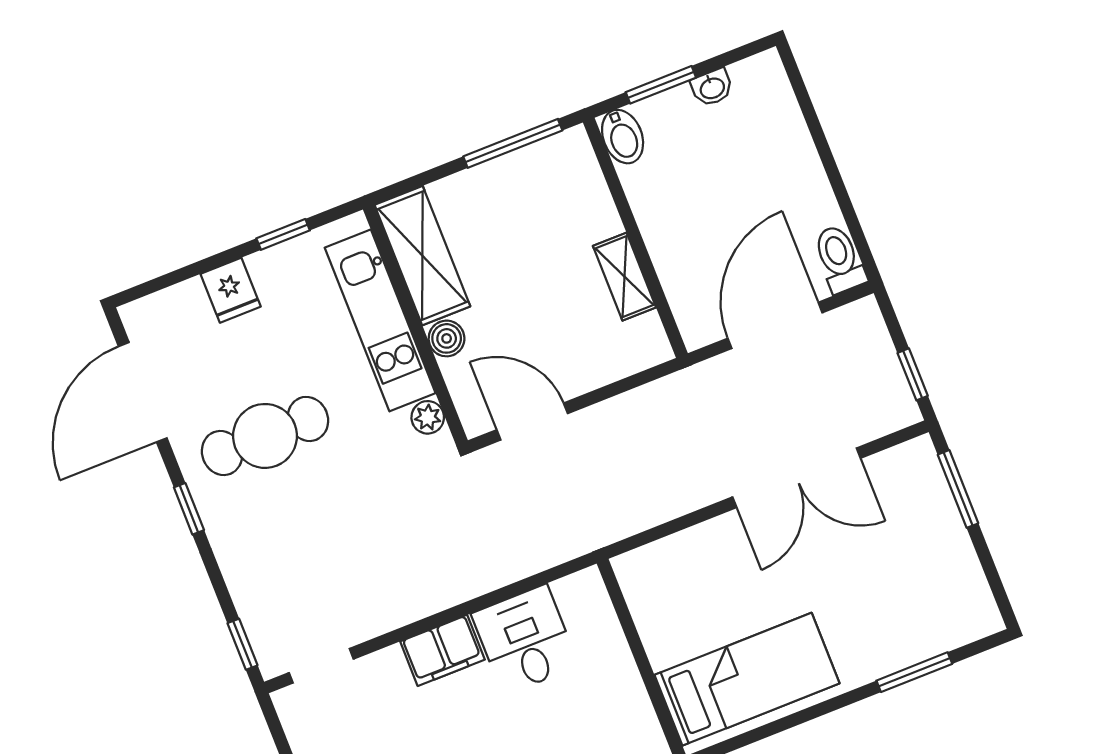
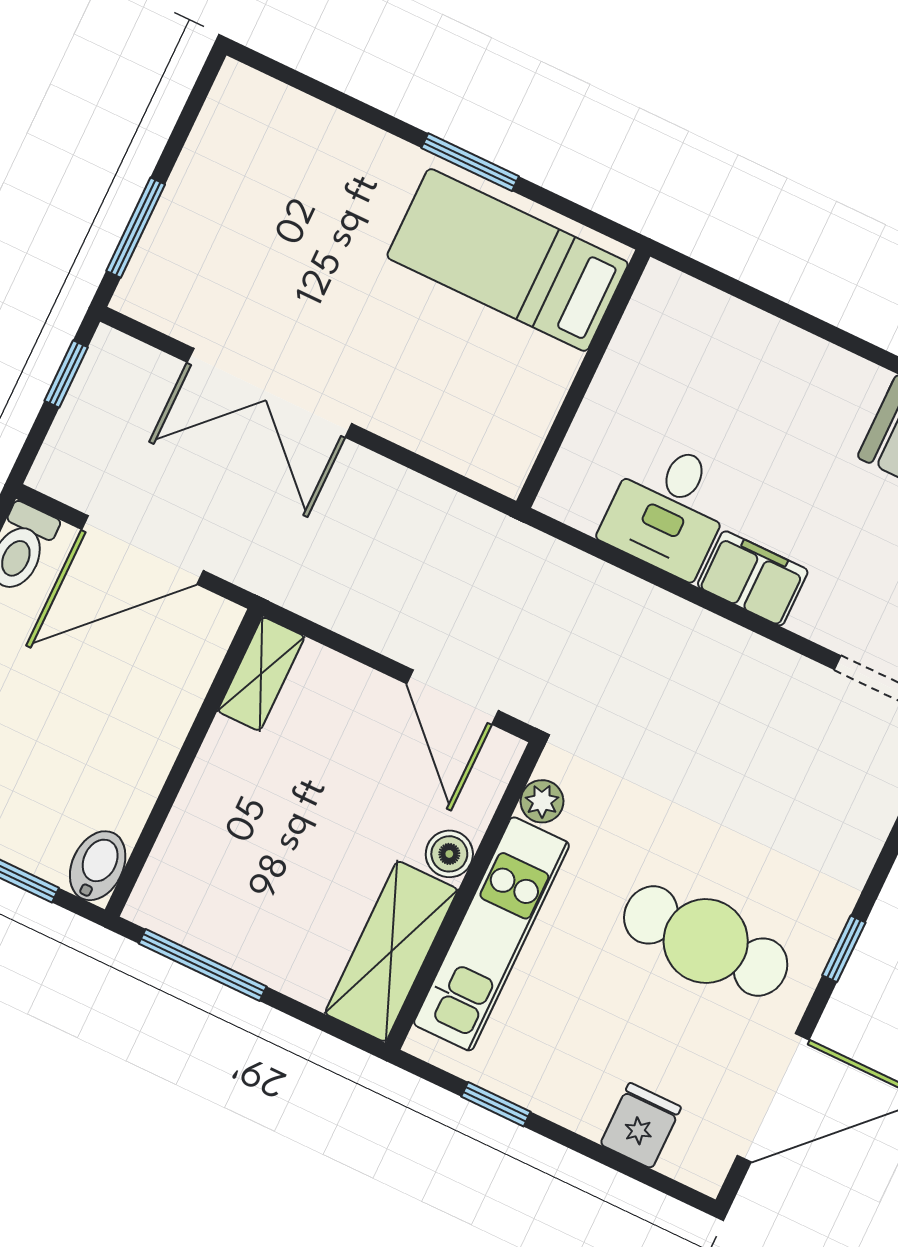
shelving: (625, 277) -> (261, 674), moved
fridge: (231, 290) -> (641, 1126), moved
double door: (797, 478) -> (269, 393), swing flipped
window: (914, 672) -> (470, 162), moved

